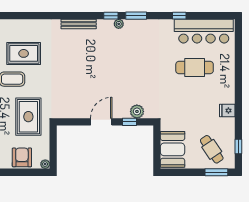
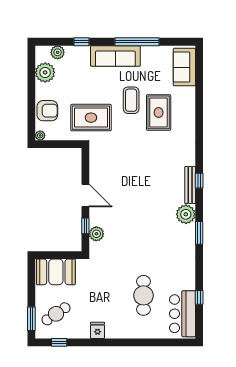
window: (111, 16) -> (199, 181), moved
window: (179, 16) -> (199, 297), moved
bench: (79, 24) -> (190, 185), moved
plant: (119, 24) -> (186, 214), width x1.87, depth x1.87
bar counter: (204, 31) -> (183, 314), width x0.73

